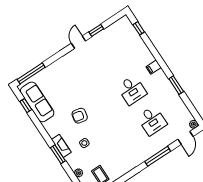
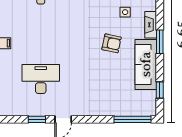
desk: (132, 90) -> (41, 79), moved, width x1.37
sofa: (37, 102) -> (146, 64), moved
window: (58, 154) -> (160, 42), moved

